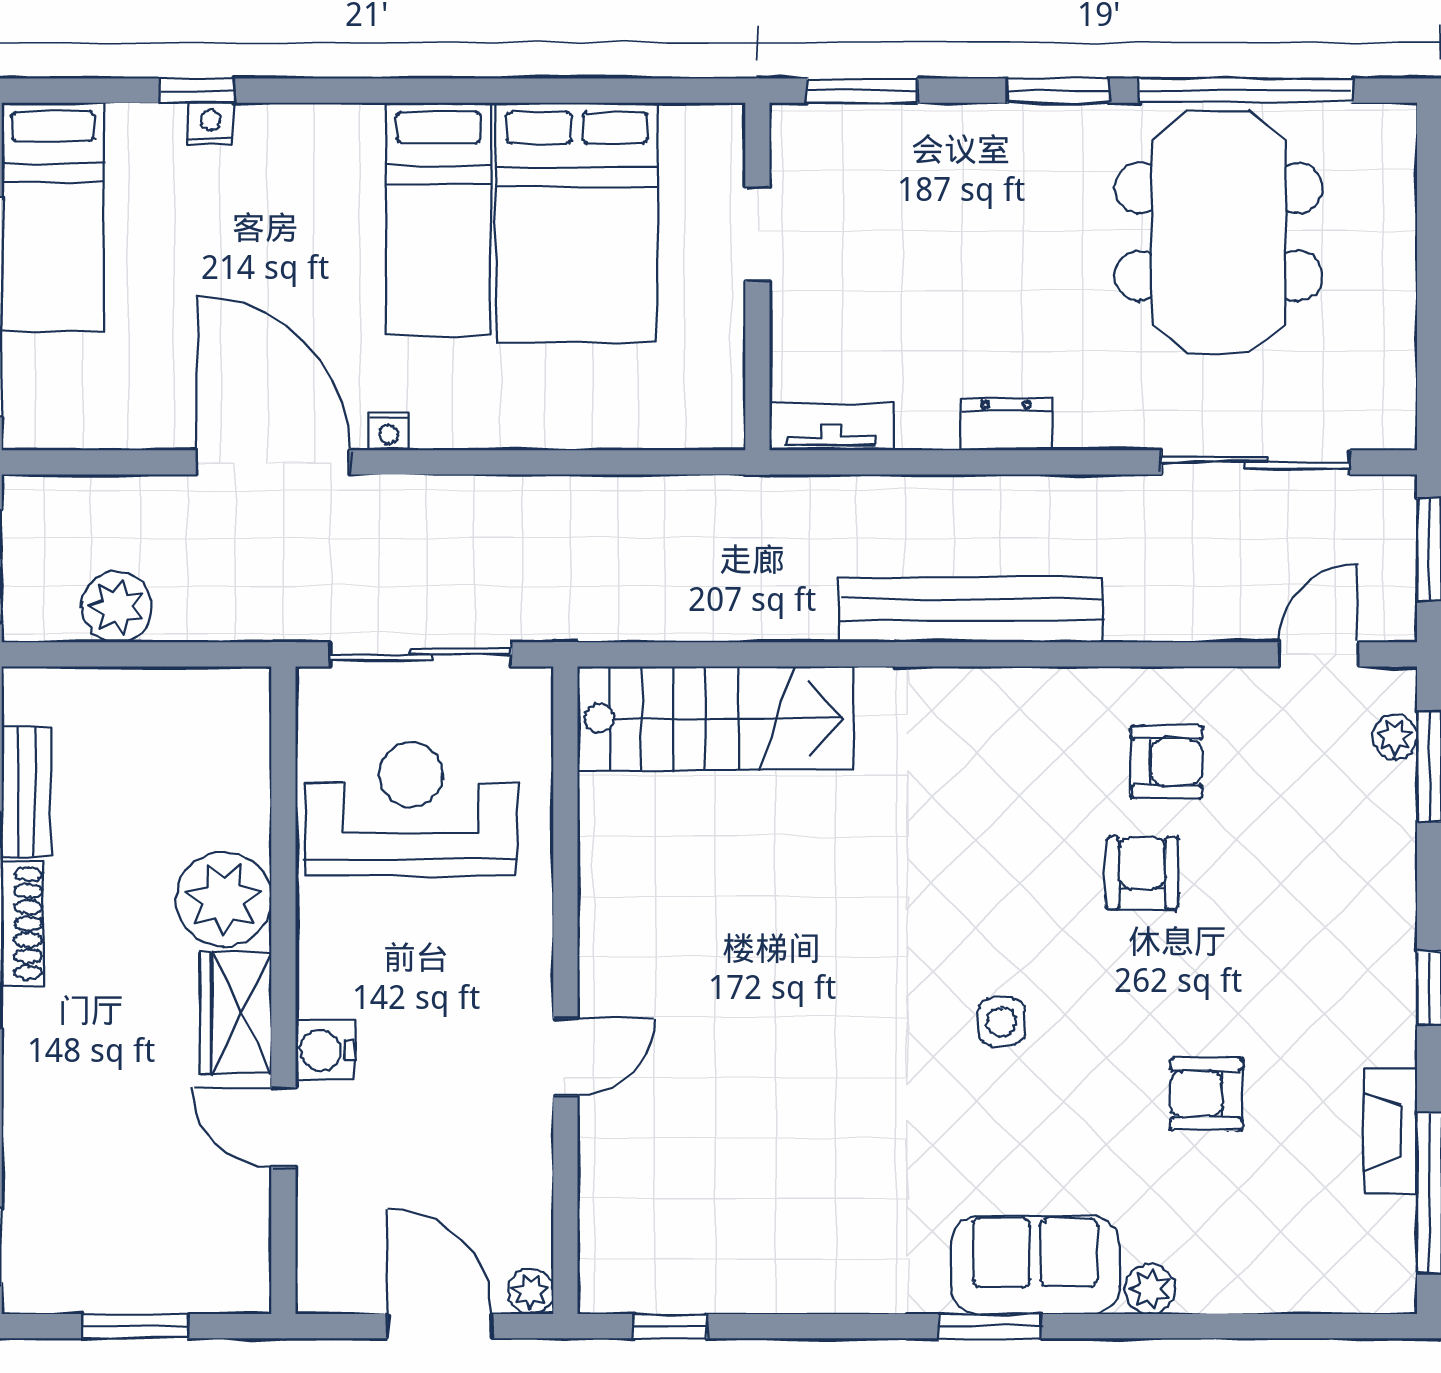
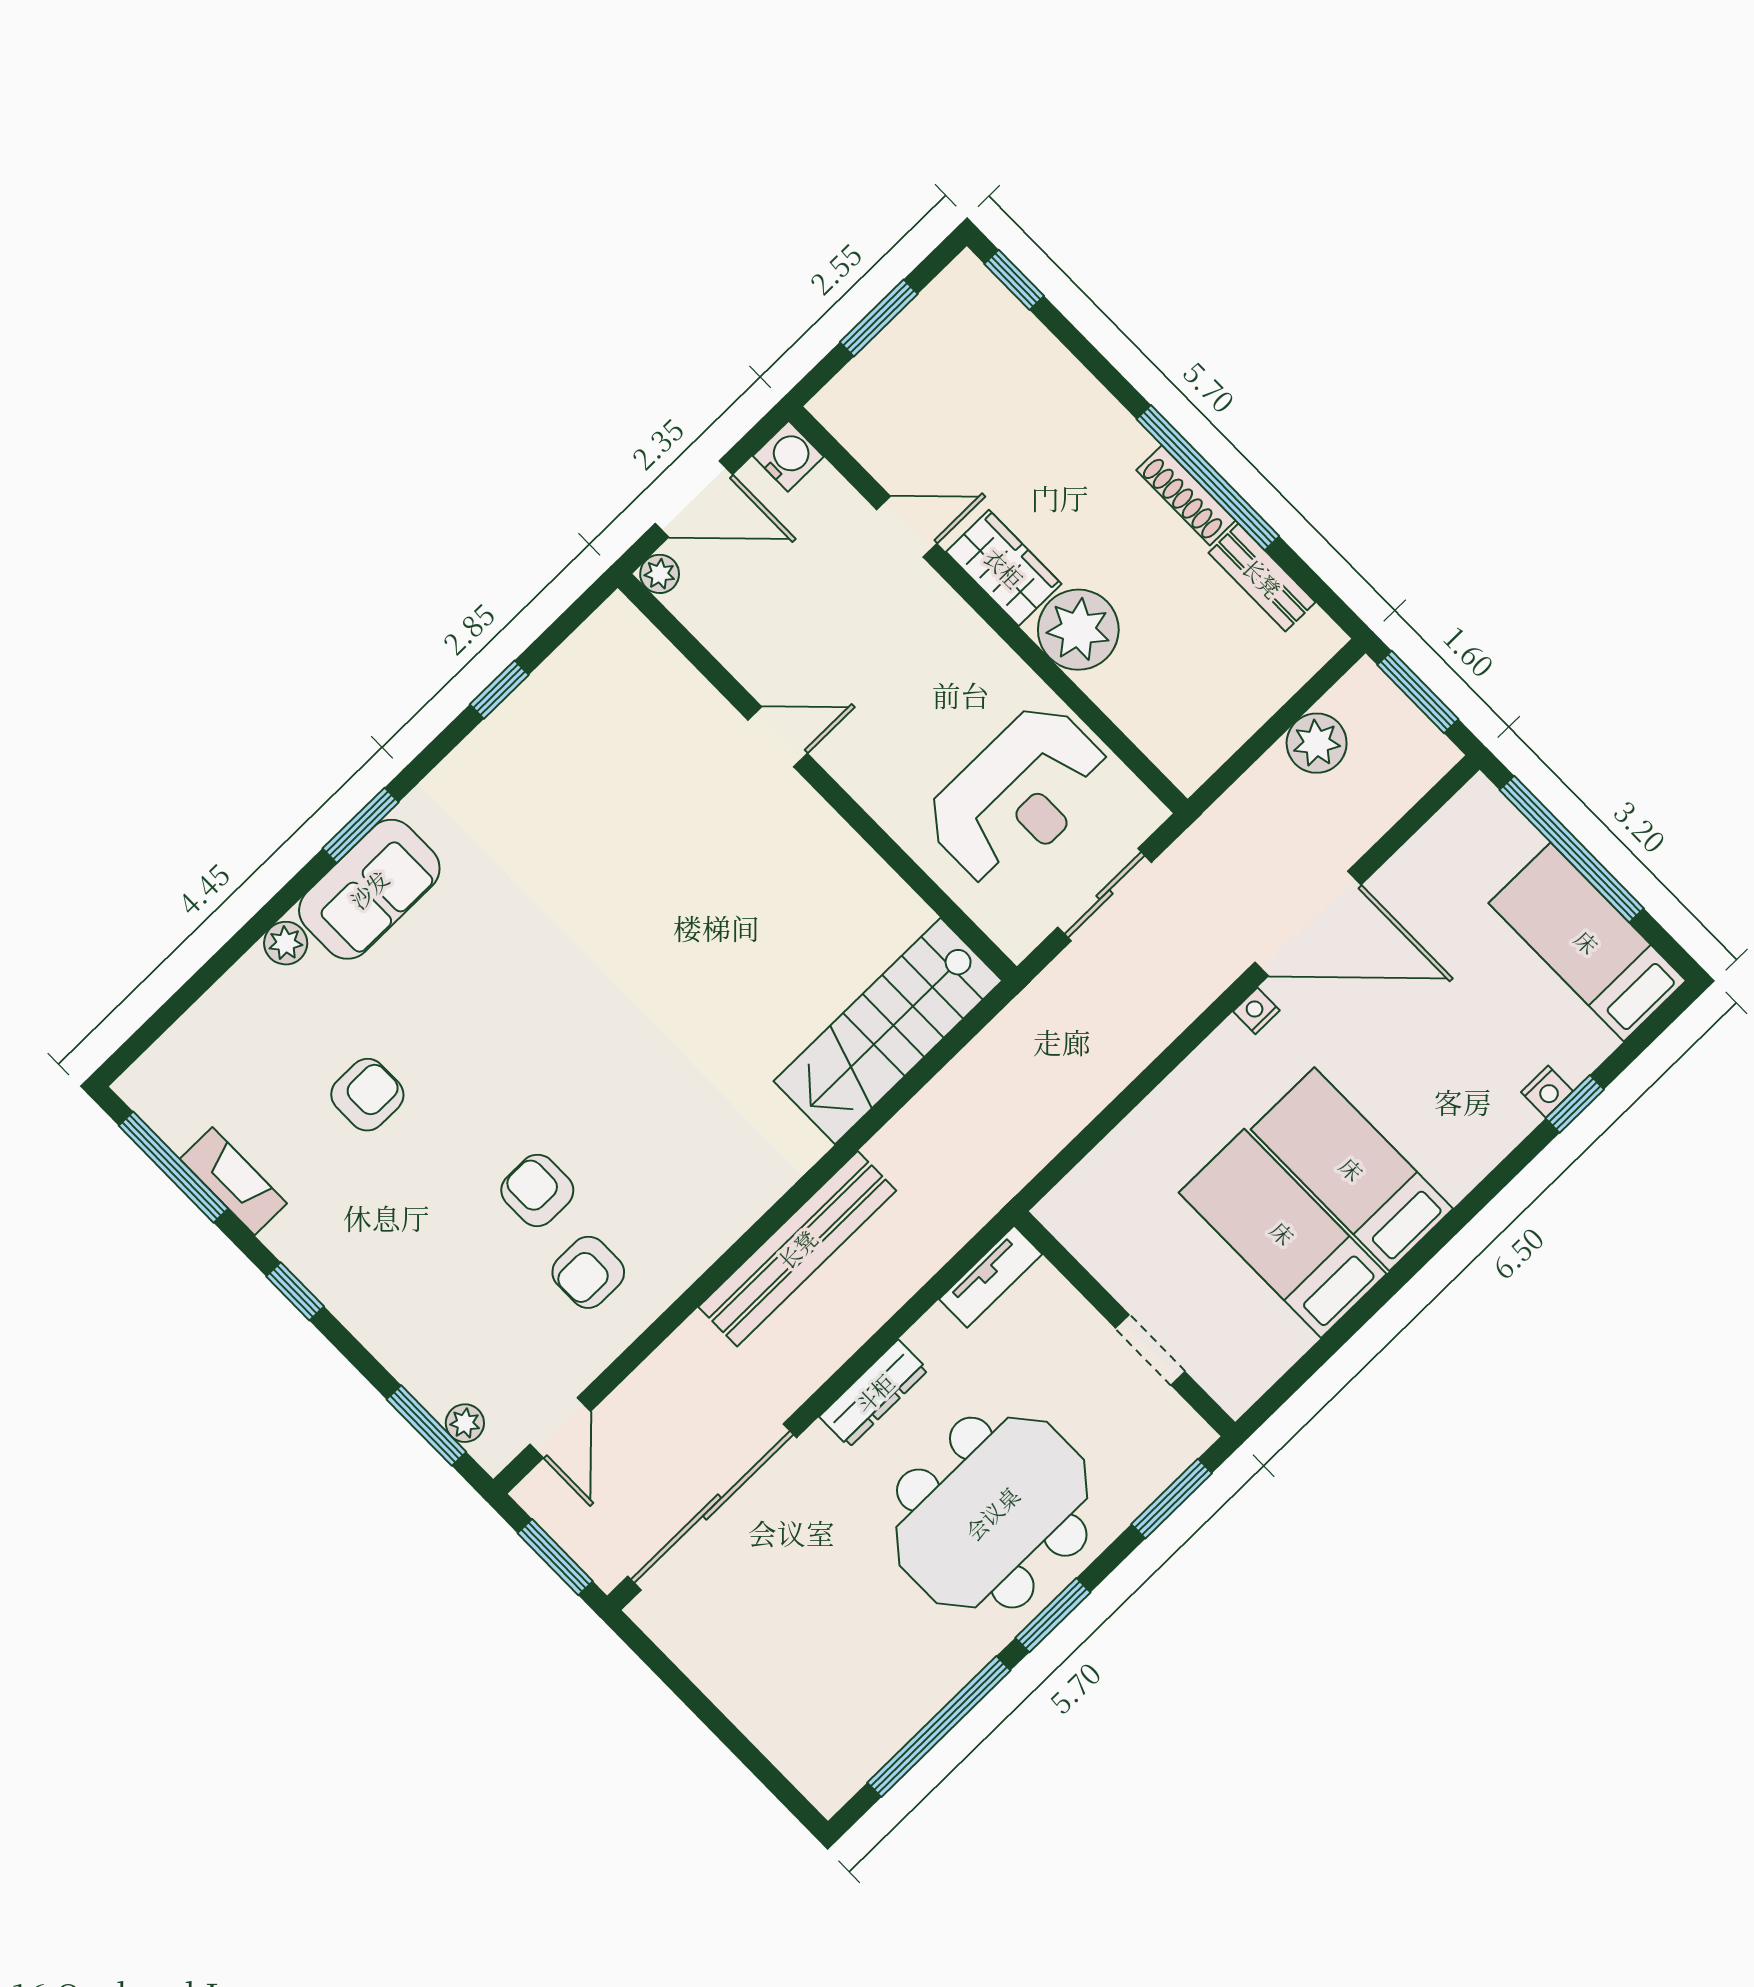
bed: (577, 222) -> (1283, 1233), width x0.67
meeting table: (1219, 232) -> (992, 1513), moved, turned 90
dresser: (1006, 425) -> (874, 1393), width x1.44
sliding door: (1256, 462) -> (712, 1507), width x1.36
sliding door: (421, 654) -> (1105, 895), width x0.73
armchair: (1142, 873) -> (537, 1190), turned 180
side table: (1001, 1022) -> (534, 1017), removed
water cooler: (325, 1050) -> (788, 456), moved
door: (565, 1057) -> (778, 737), swing flipped
window: (670, 1326) -> (499, 690), moved

